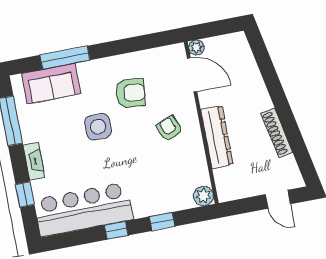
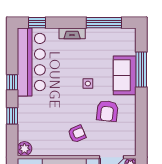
sofa: (51, 84) -> (125, 75), moved
side table: (98, 127) -> (88, 84), width x0.54, depth x0.54
window: (25, 195) -> (37, 23), moved

